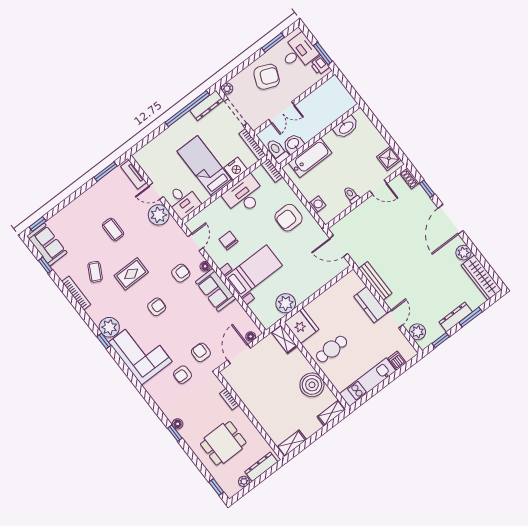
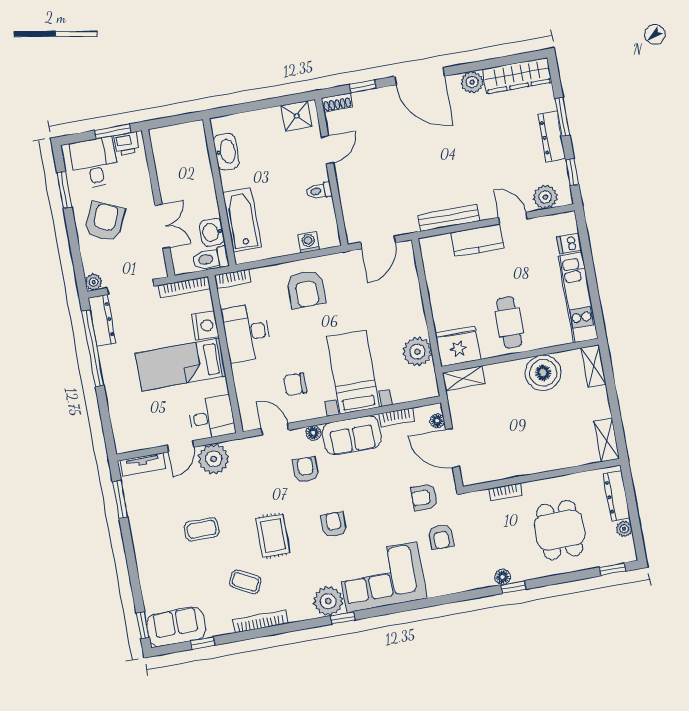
bookcase: (240, 311) -> (397, 417), added

